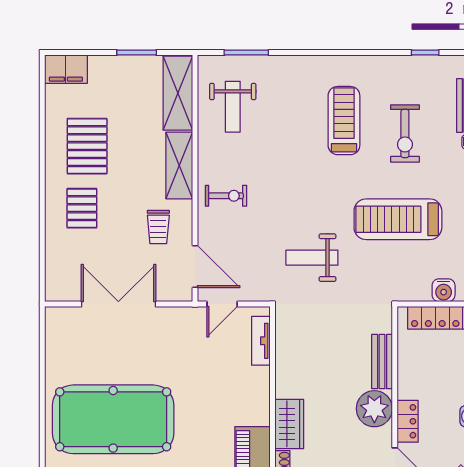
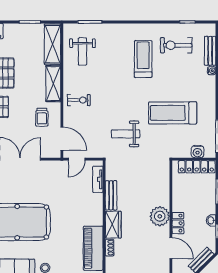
exercise bike: (405, 134) -> (176, 45), moved, turned 90
bench: (382, 362) -> (111, 195), moved

